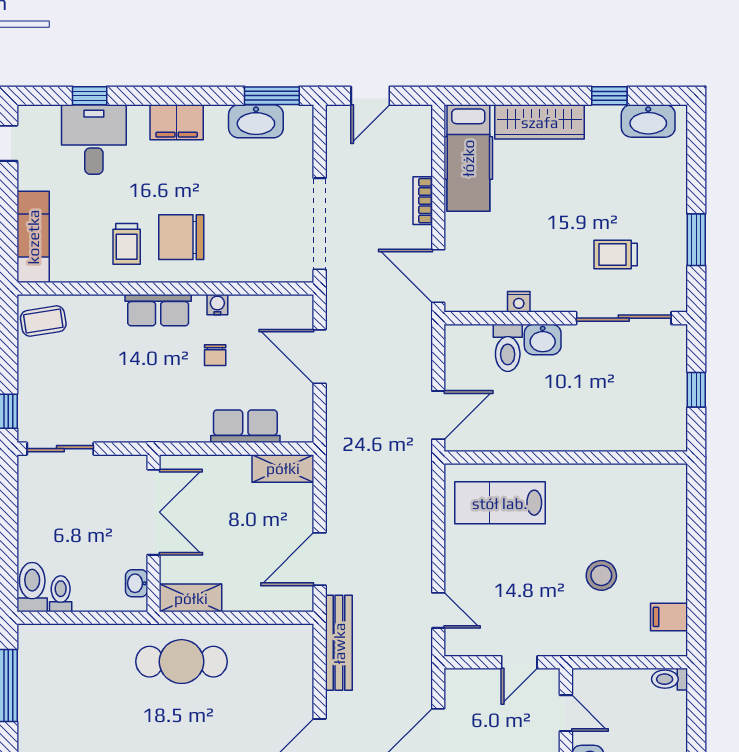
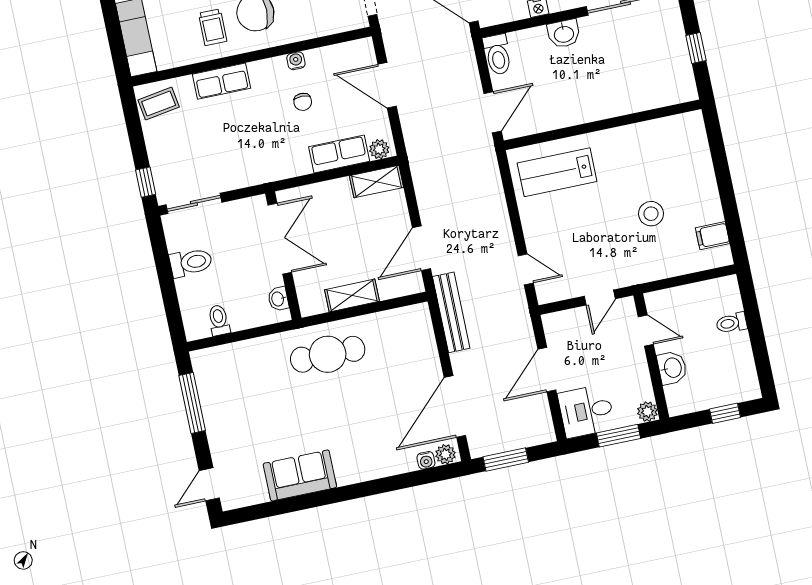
row of seats: (158, 310) -> (221, 81), moved
toilet: (508, 348) -> (498, 55), moved
plant: (294, 431) -> (379, 149), added
toilet: (32, 587) -> (191, 262), moved, turned 90
shelving: (191, 598) -> (352, 296), moved
toilet: (670, 679) -> (731, 323), moved

